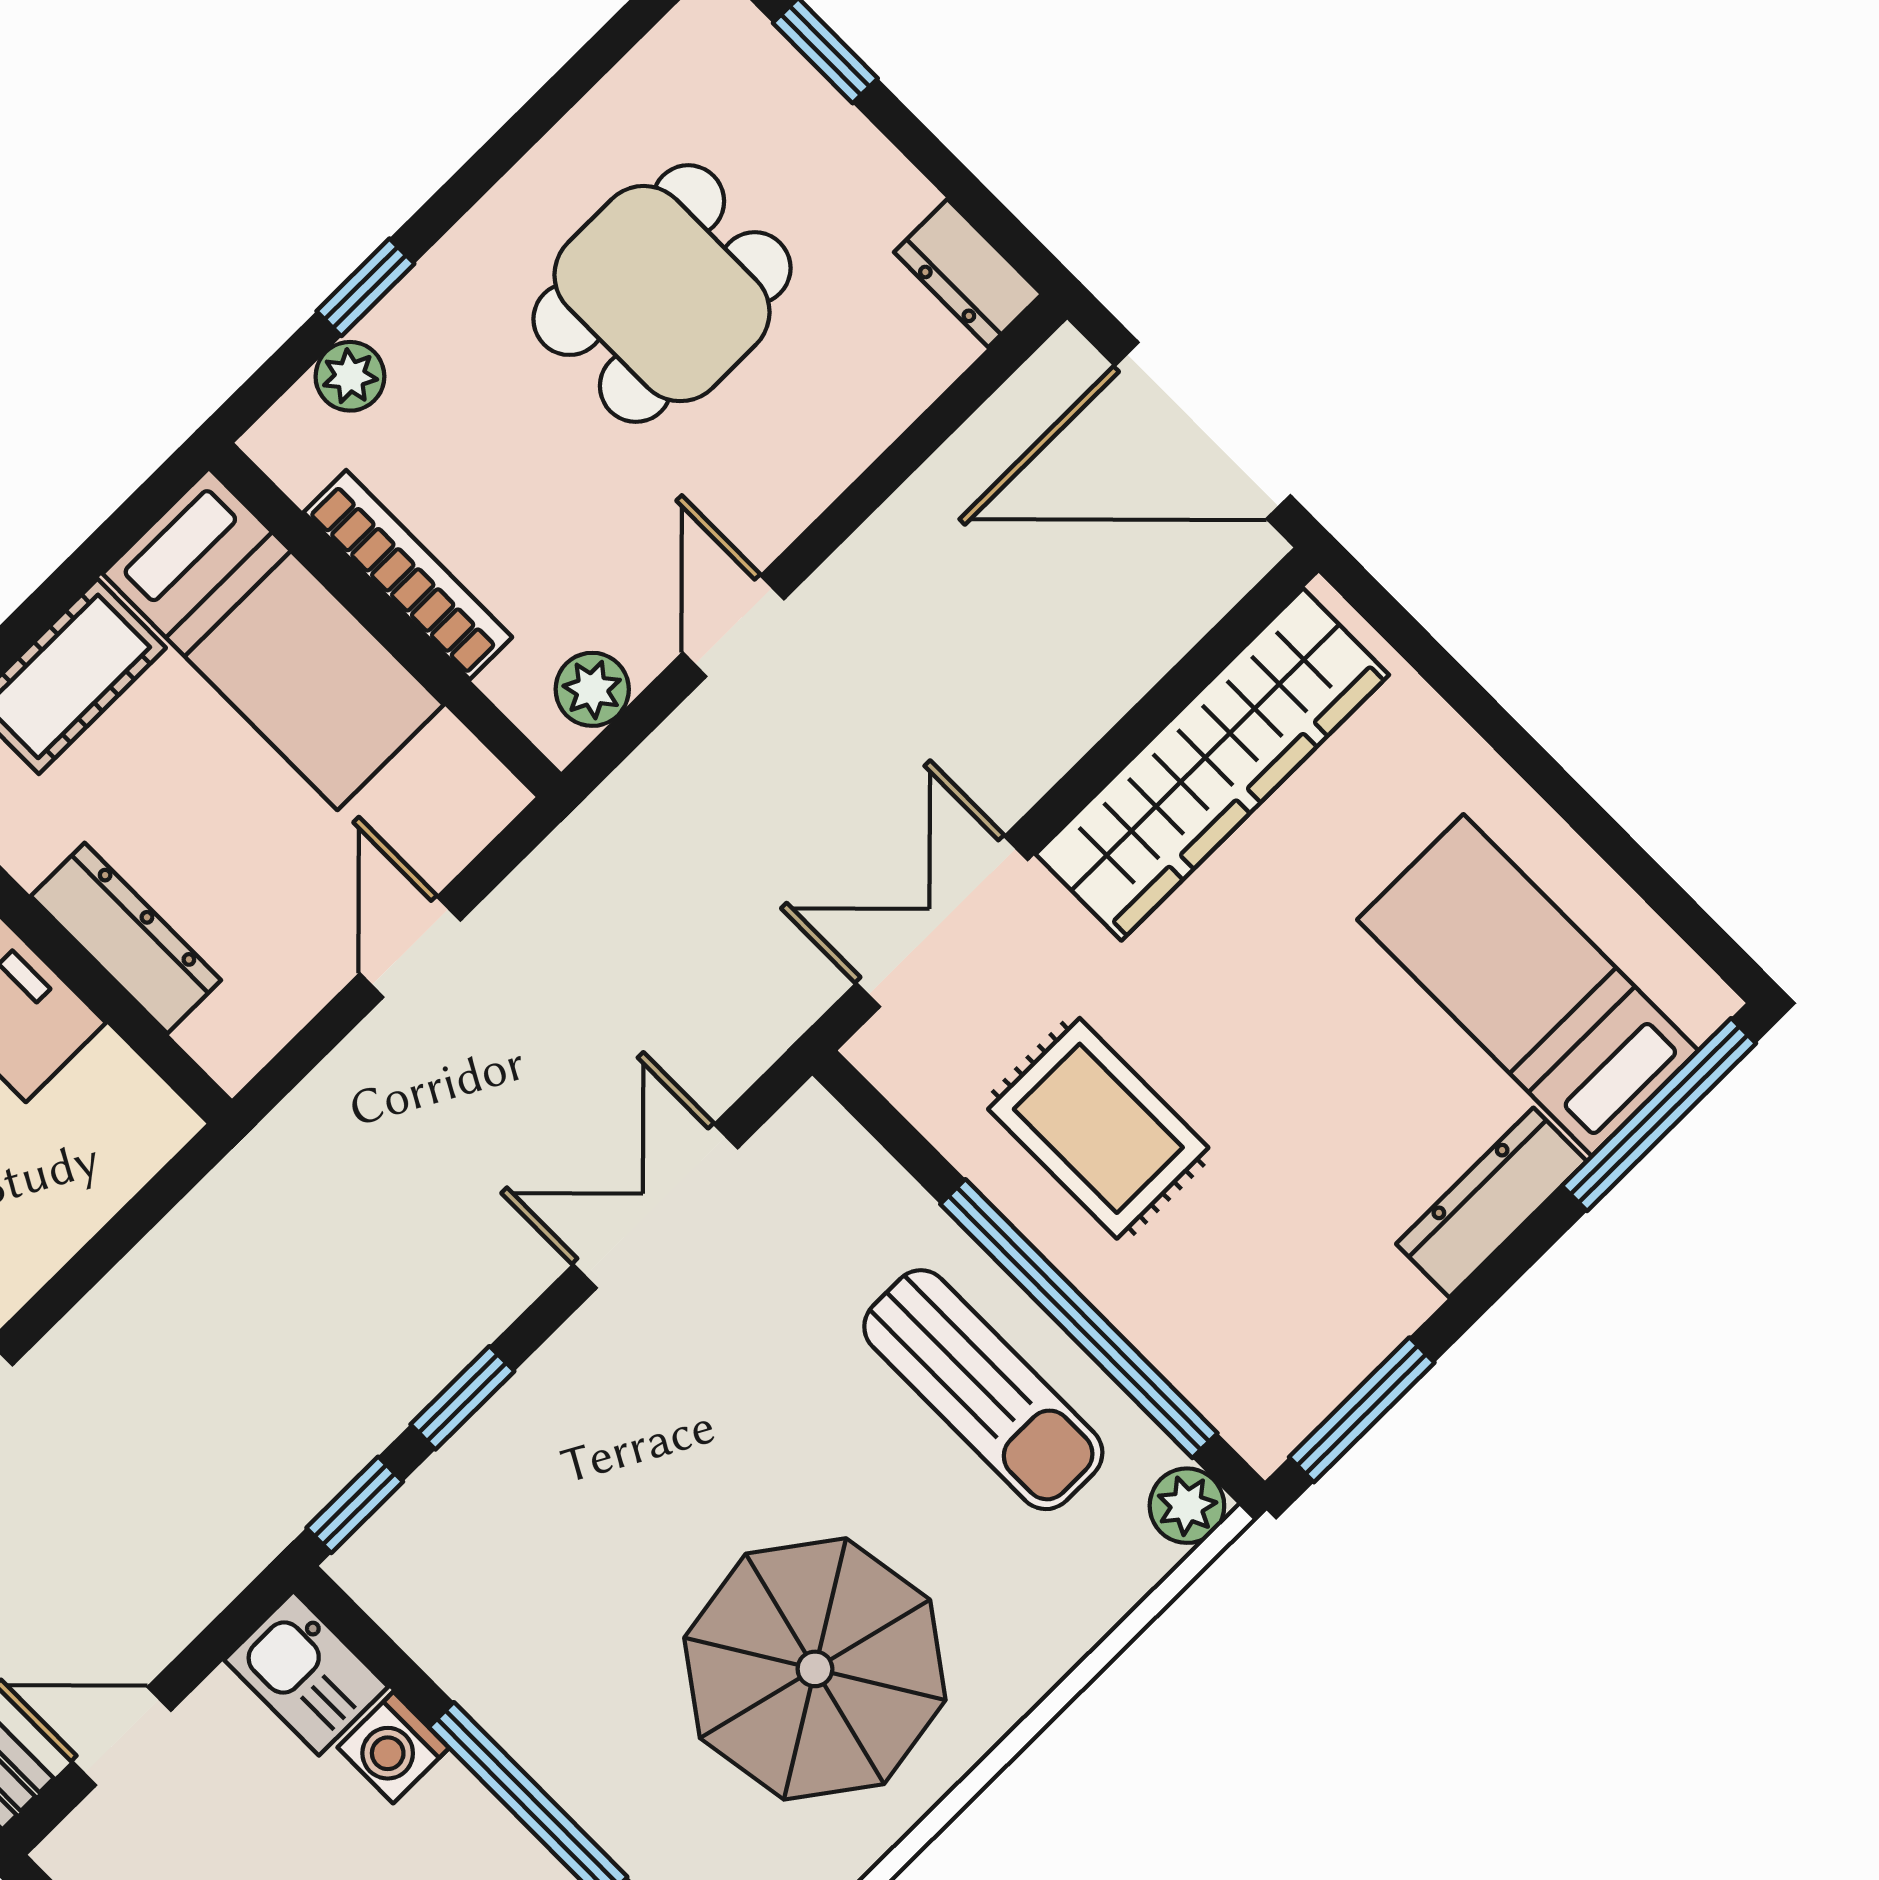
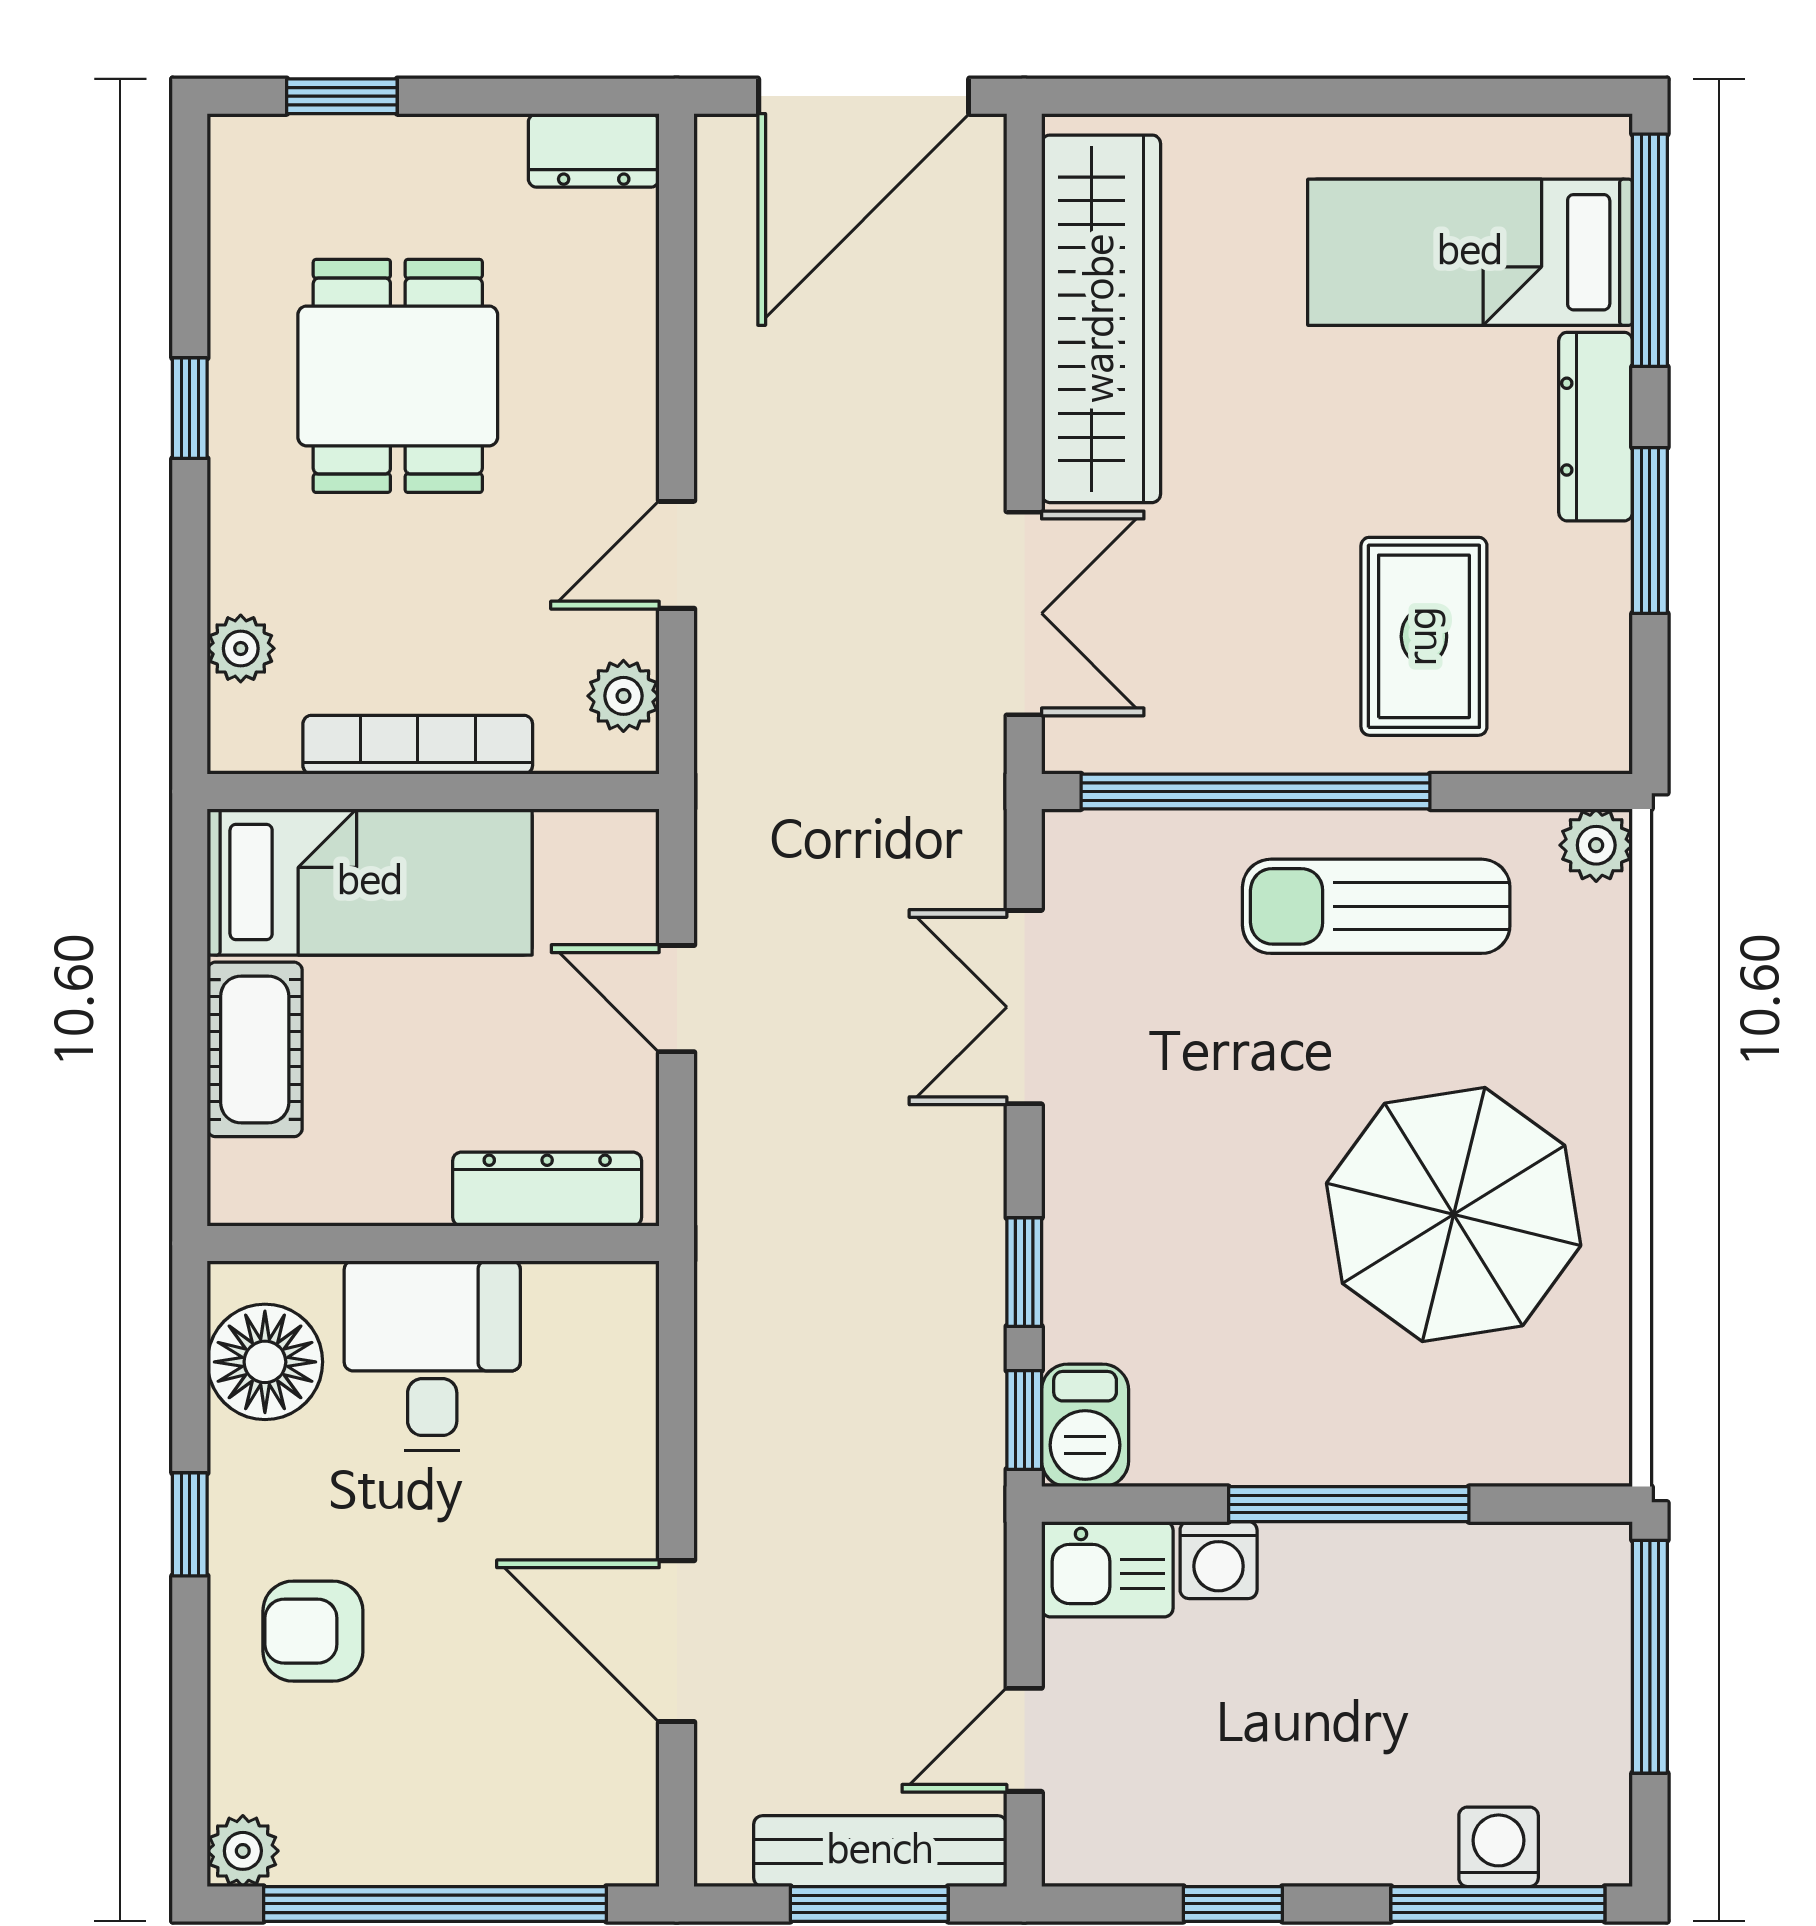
window: (365, 287) -> (190, 408), moved
door: (733, 626) -> (677, 555), hinge flipped
double door: (942, 921) -> (1024, 613), swing flipped
dresser: (126, 938) -> (547, 1189), moved
rug: (1098, 1128) -> (1424, 636), moved, turned 90
window: (1079, 1319) -> (1256, 791), moved
sun lounger: (983, 1390) -> (1376, 906), turned 180
window: (1362, 1410) -> (1650, 530), moved
barbecue: (395, 1553) -> (1085, 1425), added

